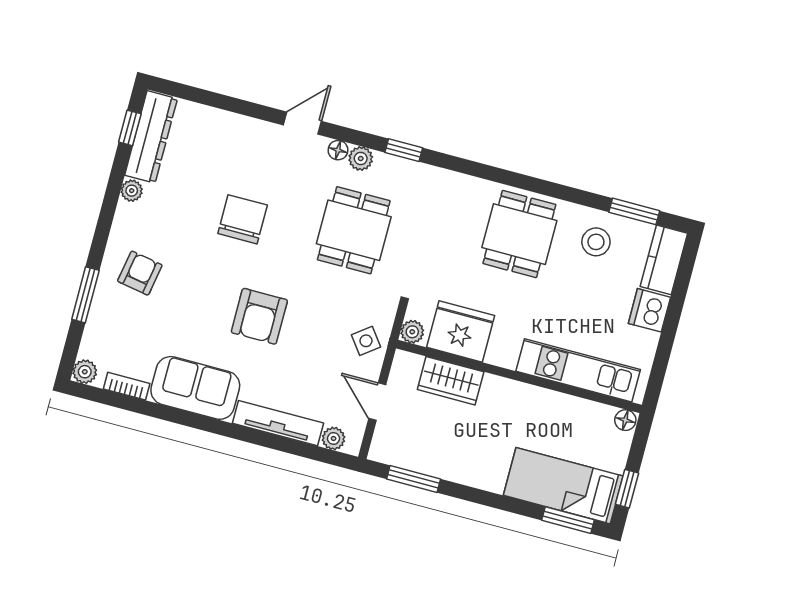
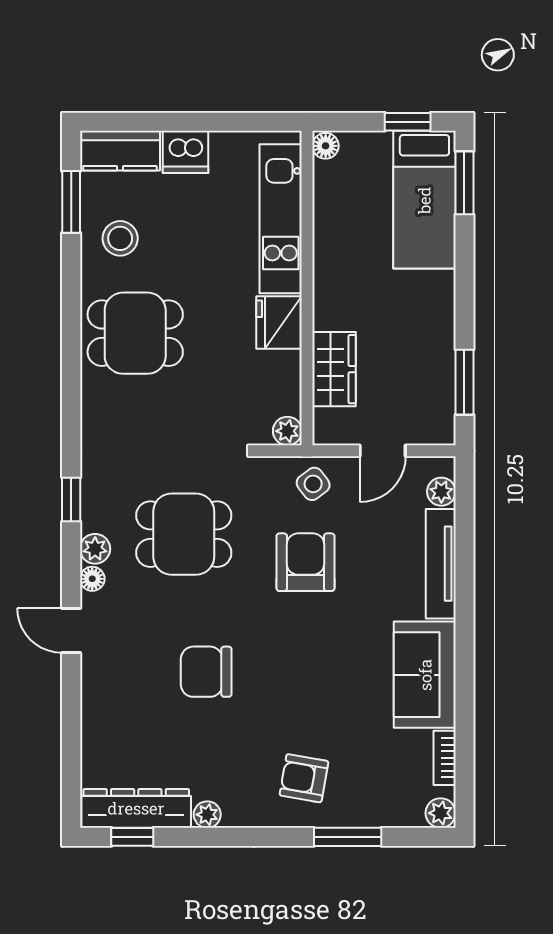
armchair: (259, 316) -> (305, 562), moved, turned -90
fridge: (461, 331) -> (279, 322), moved, width x0.73, depth x0.75

